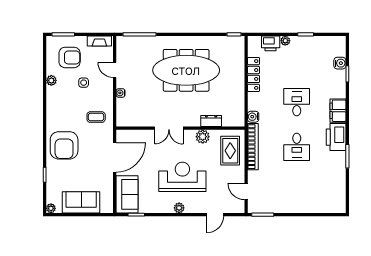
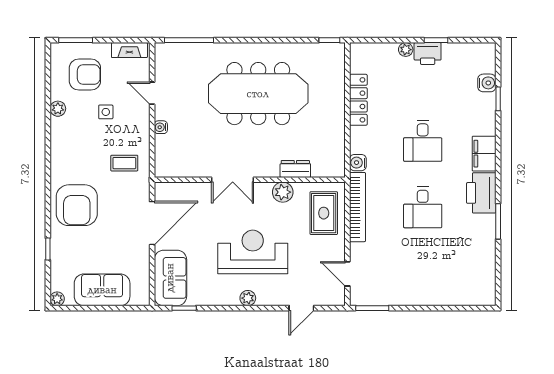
printer: (271, 43) -> (428, 54), moved
desk: (297, 102) -> (423, 141), turned 180

